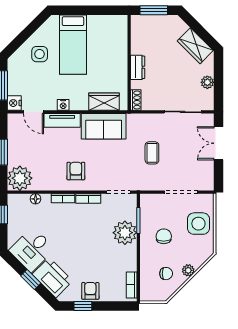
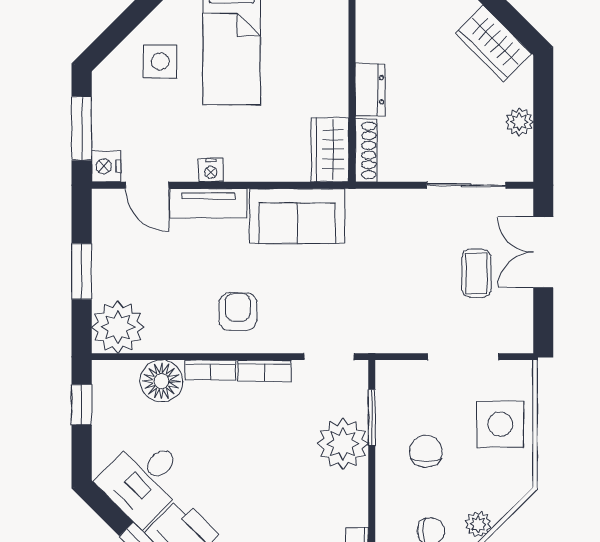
shoe rack: (136, 100) -> (366, 150), width x1.43
wardrobe: (104, 102) -> (330, 150), moved, turned -90
coffee table: (152, 153) -> (476, 273), moved
floor lamp: (36, 199) -> (161, 381), width x1.89, depth x1.89

